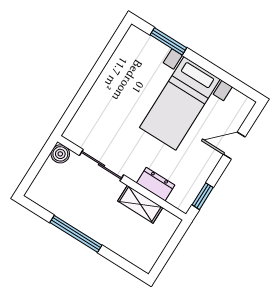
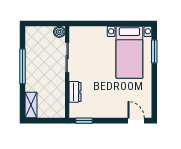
bed with nightstands: (180, 103) -> (129, 52), moved, turned -90
door: (234, 146) -> (136, 121), moved
shelving: (140, 204) -> (31, 105), moved

